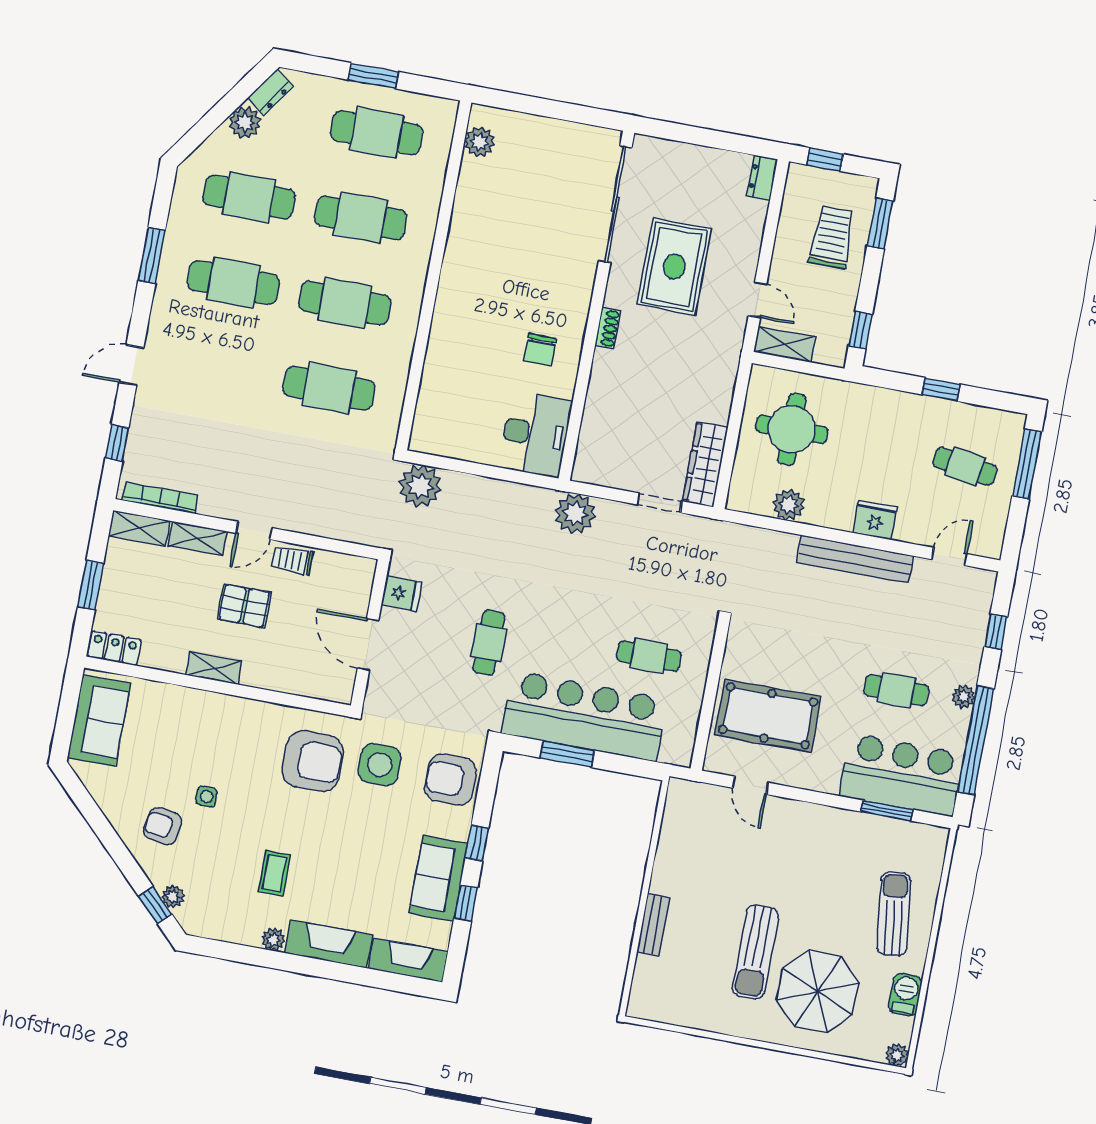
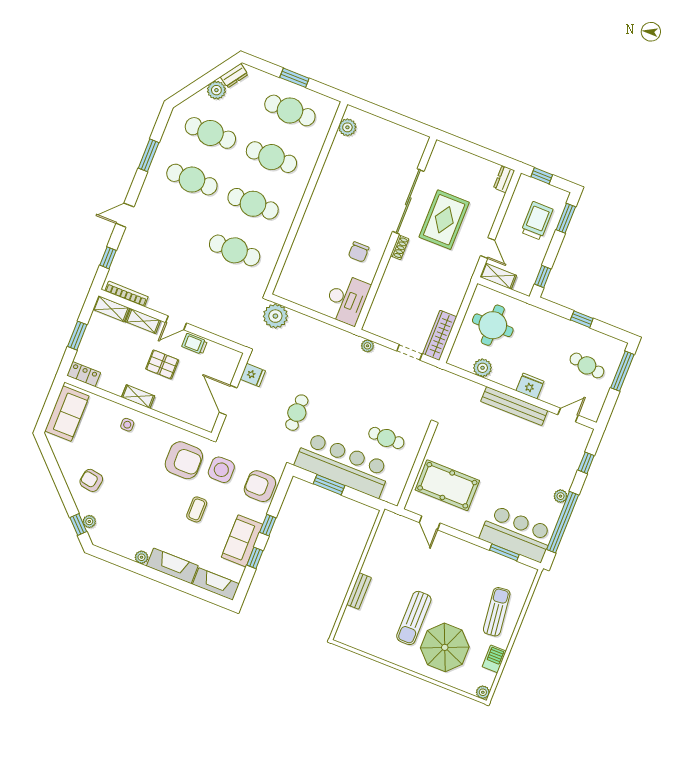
sliding door: (615, 204) -> (408, 201), moved
plant: (575, 514) -> (367, 346), width x0.53, depth x0.53
cafe table: (896, 690) -> (523, 485), removed
side table: (207, 796) -> (127, 425), moved
coffee table: (274, 873) -> (197, 509), moved

